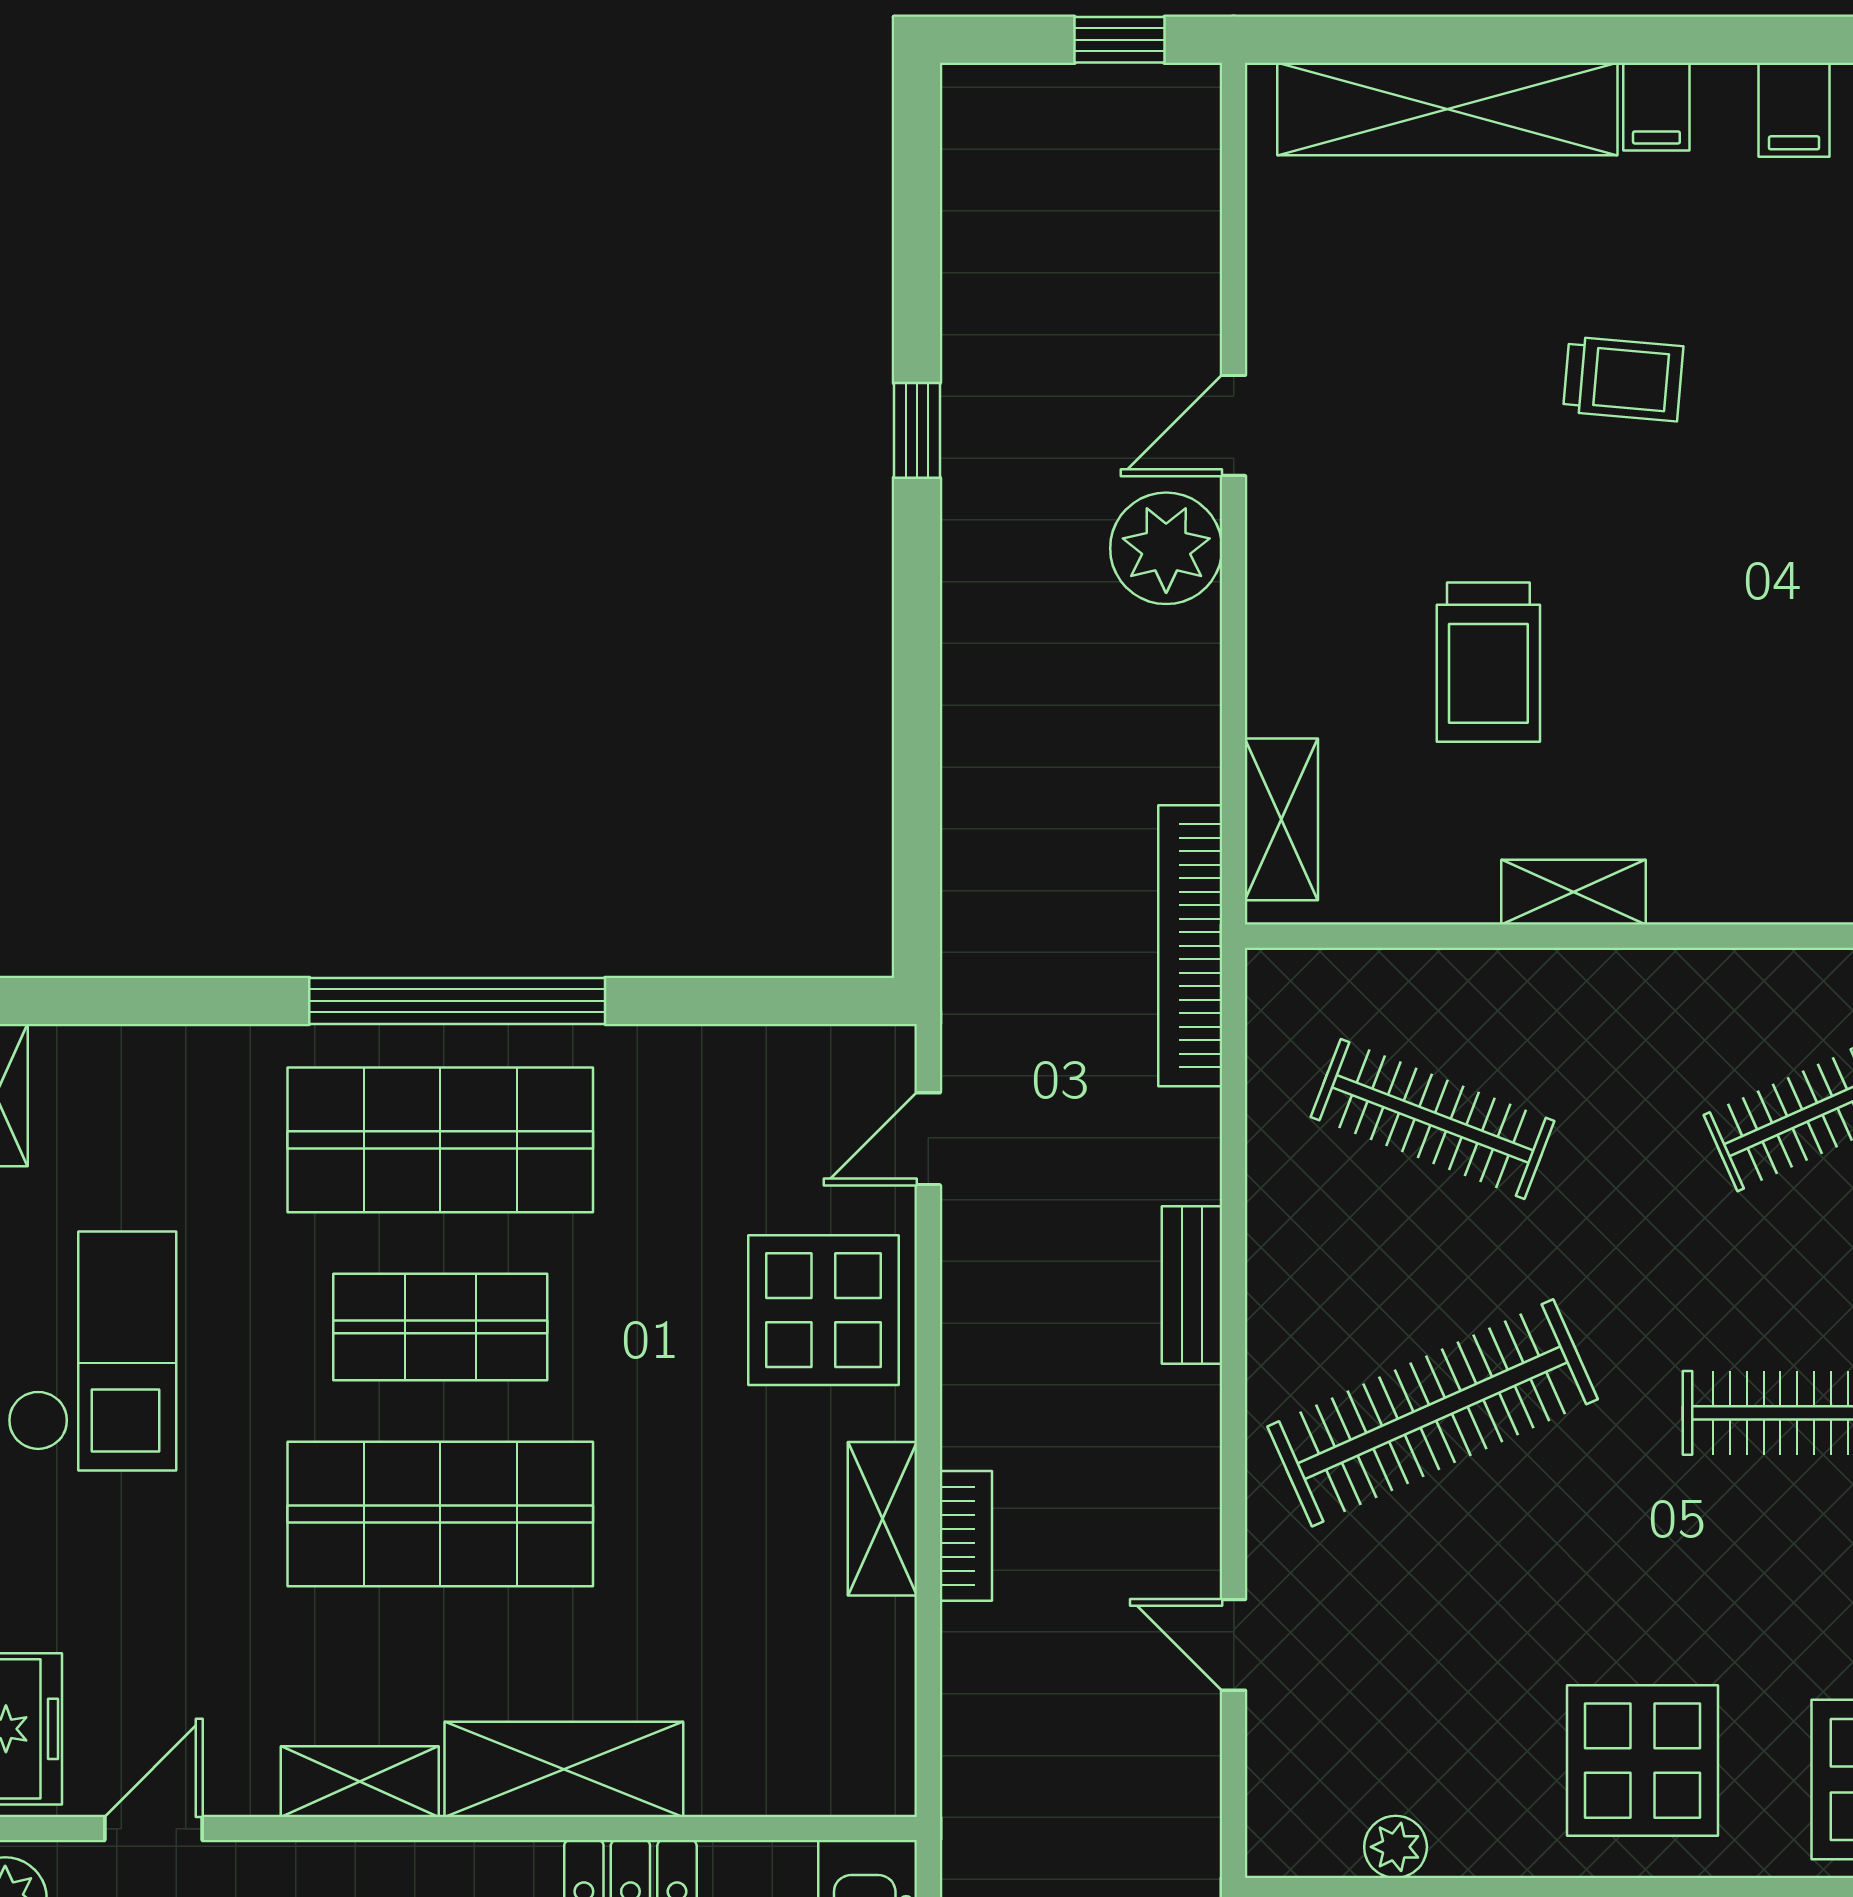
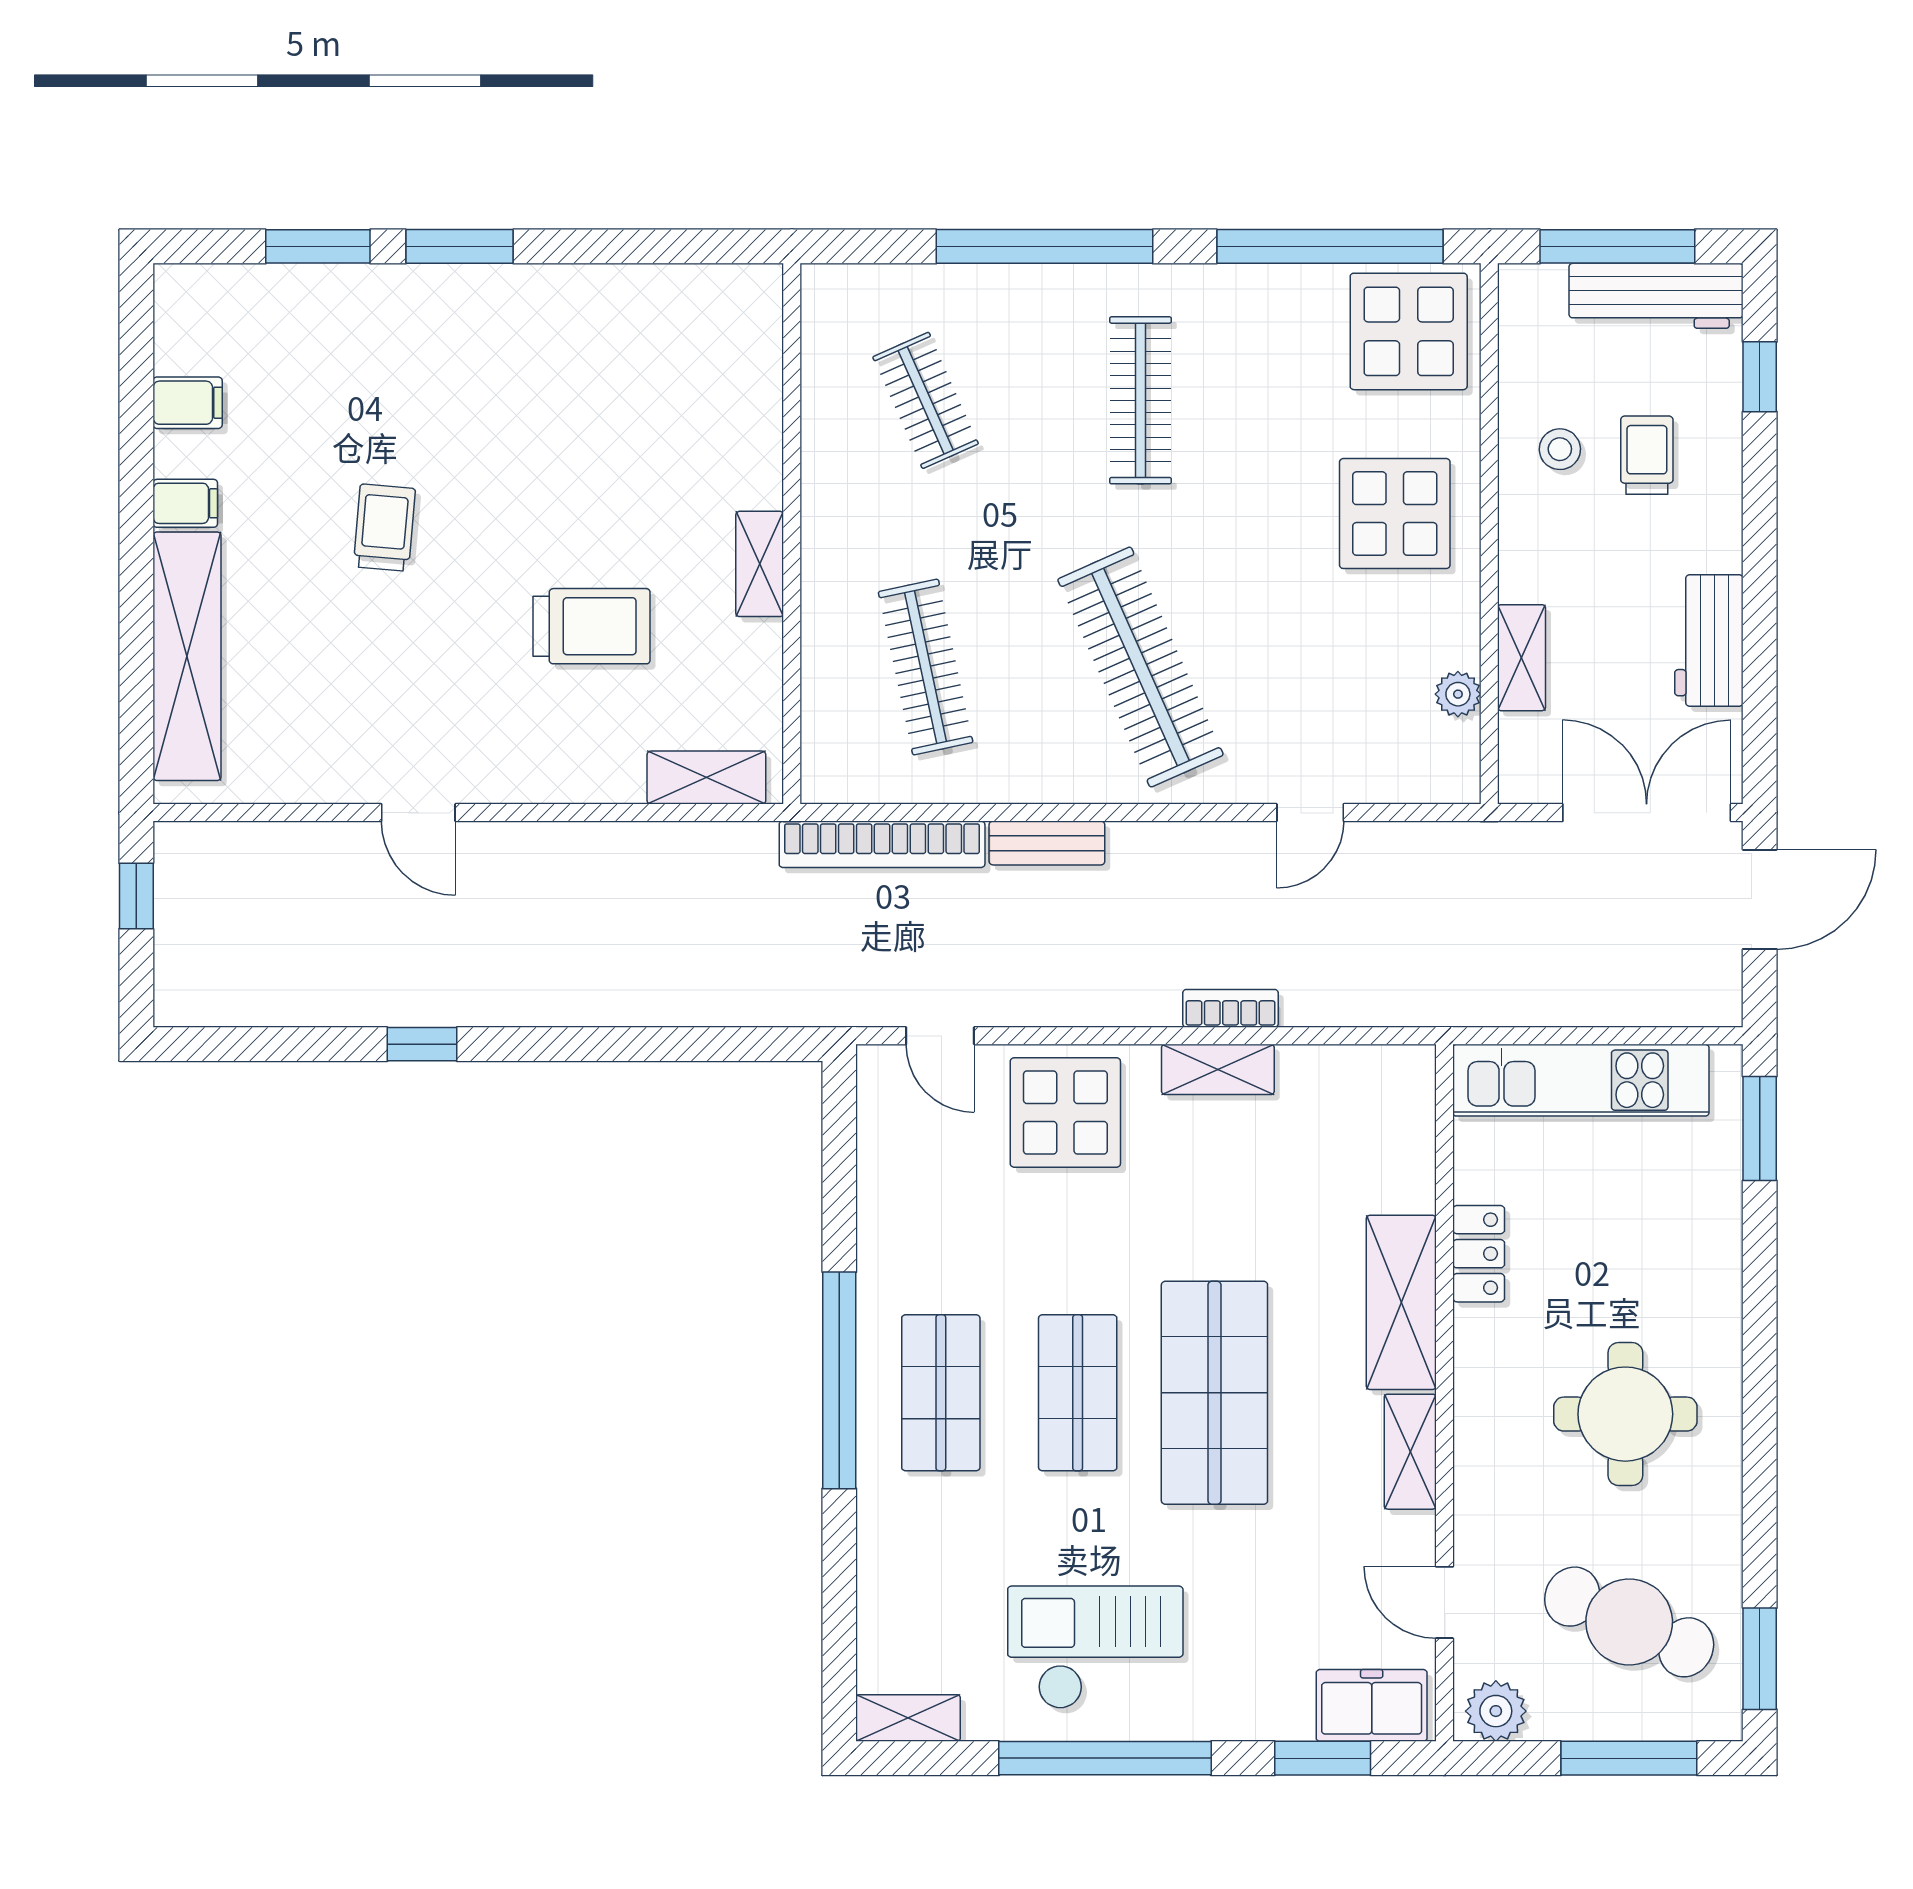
plant: (1166, 548) -> (508, 862), removed
bookcase: (1190, 946) -> (882, 844), moved
clothes rail: (1433, 1119) -> (926, 667), turned -33
shop shelf: (440, 1140) -> (941, 1393), width x0.70, depth x0.74

